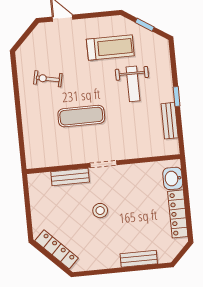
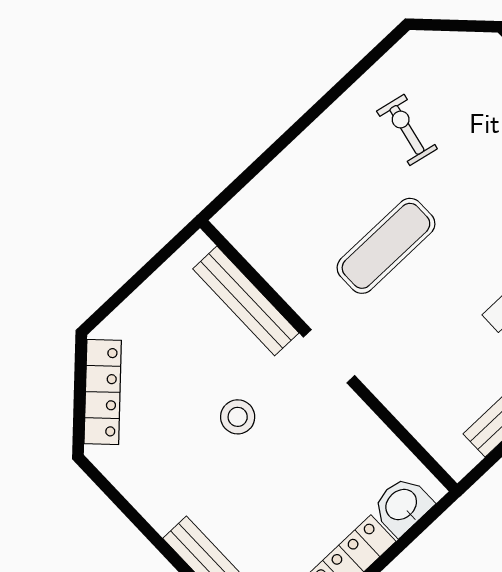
exercise mat: (81, 116) -> (386, 246), turned 90
bench: (70, 177) -> (246, 301), width x1.36

